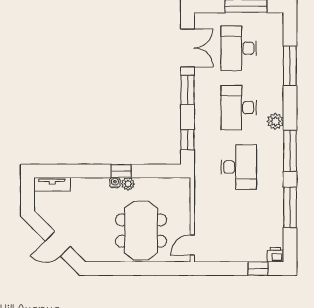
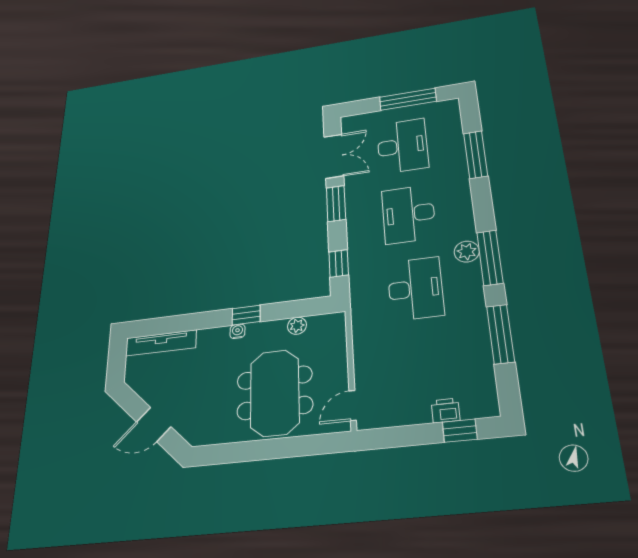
desk: (239, 48) -> (402, 146), turned 180
plant: (275, 121) -> (467, 252), moved
tv unit: (52, 184) -> (161, 343), width x1.41
plant: (128, 184) -> (297, 326), moved
printer: (275, 255) -> (446, 410), moved

